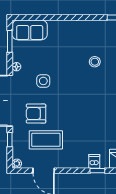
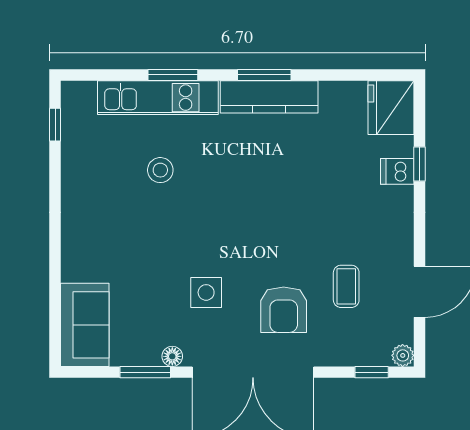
window: (10, 41) -> (145, 372), moved
window: (10, 140) -> (372, 372), moved
coffee table: (46, 140) -> (346, 286), width x0.54, depth x0.58

